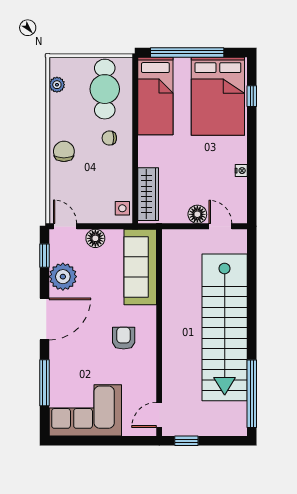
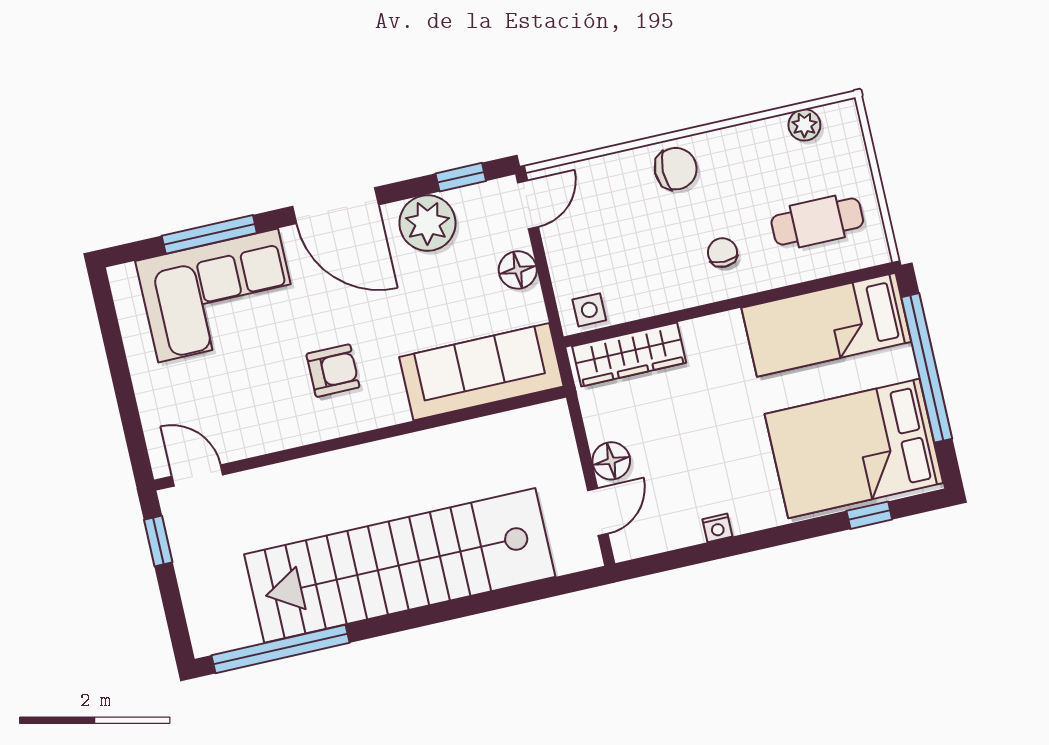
cafe table: (105, 89) -> (817, 221), width x0.73, depth x0.74
corner sofa: (85, 410) -> (218, 295), moved, turned 90

